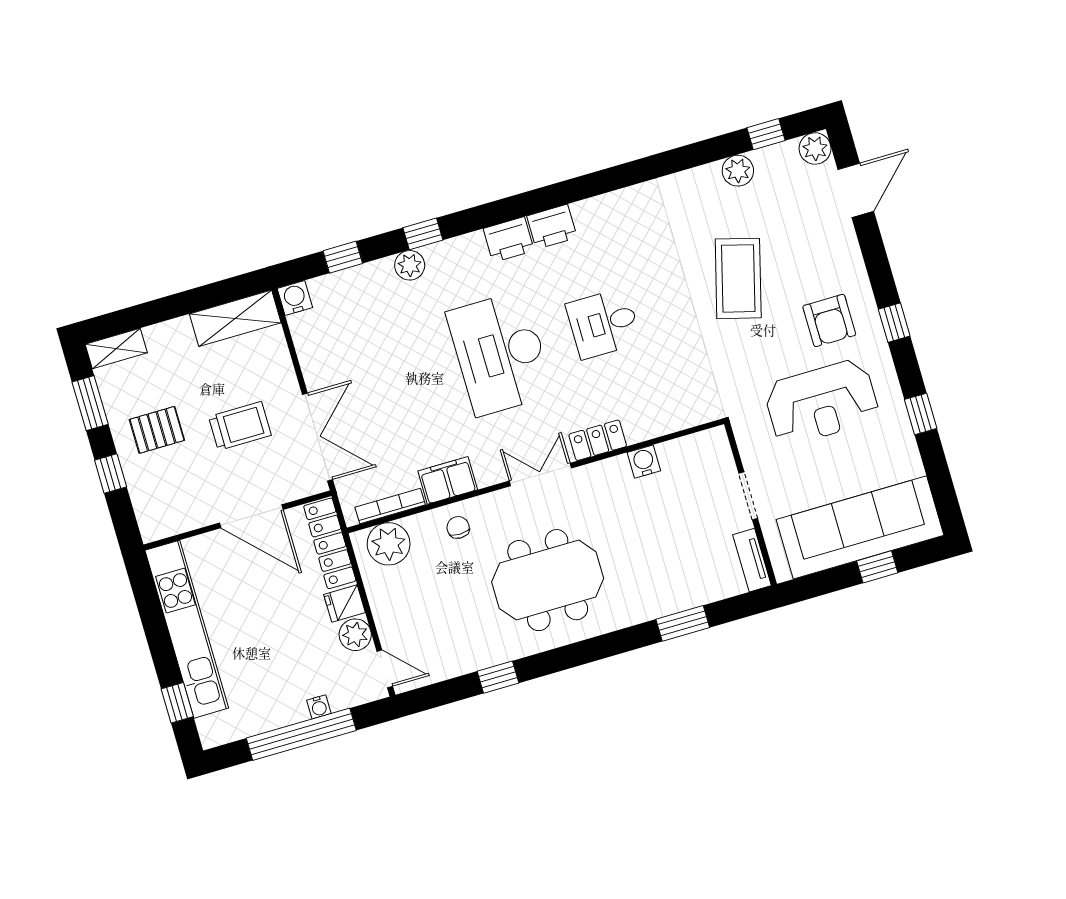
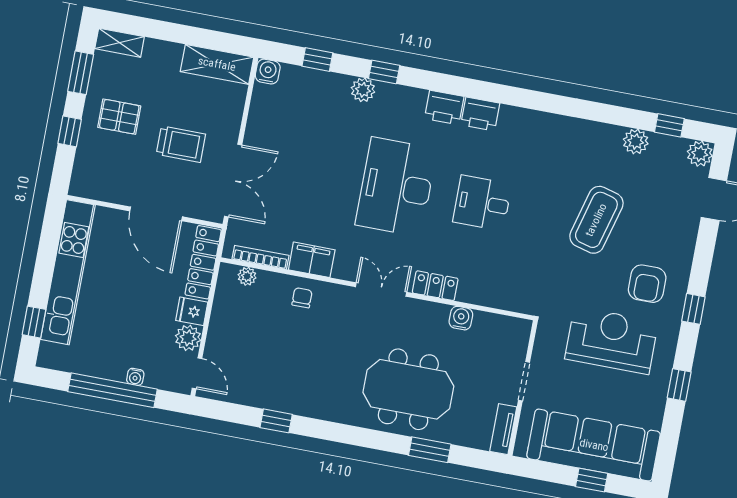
reception desk: (822, 402) -> (612, 340), turned 180
plant: (389, 544) -> (247, 276), width x0.53, depth x0.53
meeting table: (548, 580) -> (408, 389), moved

